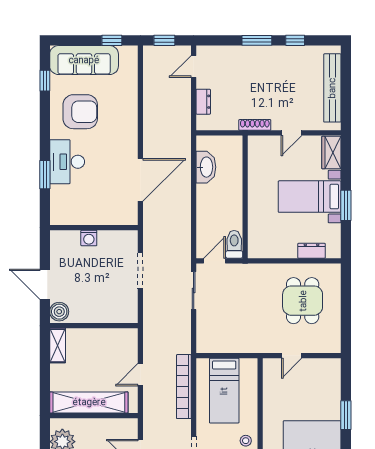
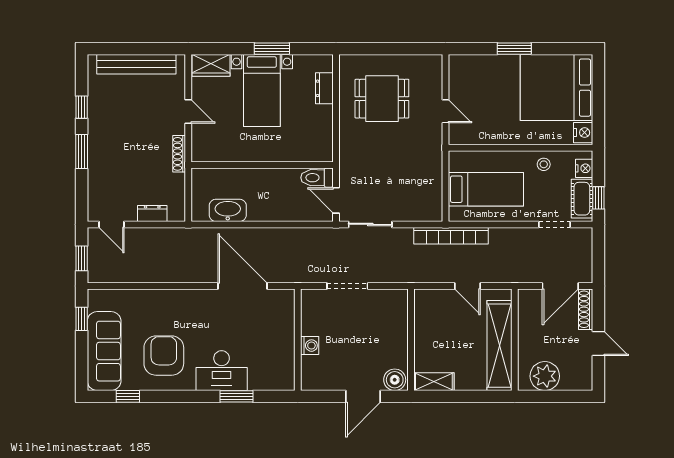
bookcase: (184, 387) -> (451, 236), moved

